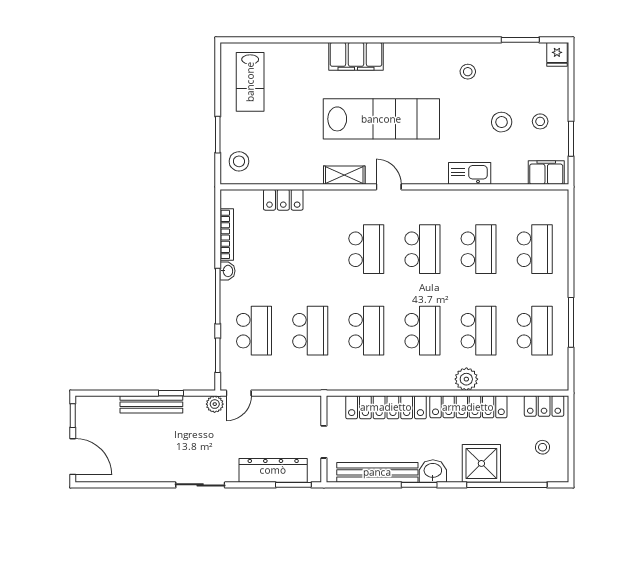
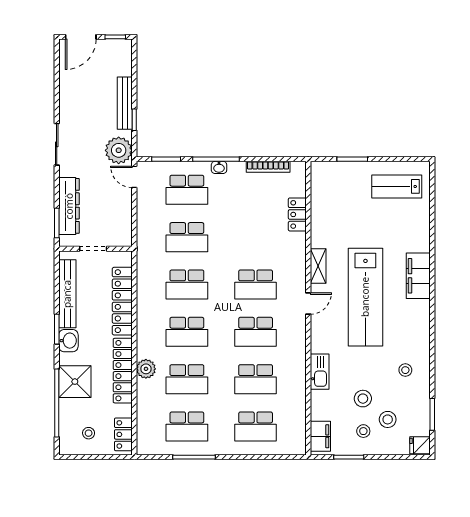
stool: (239, 161) -> (388, 419), moved
washbasin: (228, 271) -> (219, 167), moved
plant: (215, 404) -> (119, 150), width x1.87, depth x1.87

